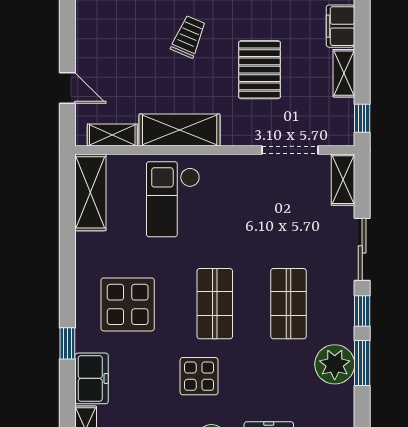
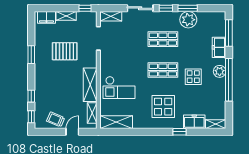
trolley: (189, 37) -> (56, 119), moved

